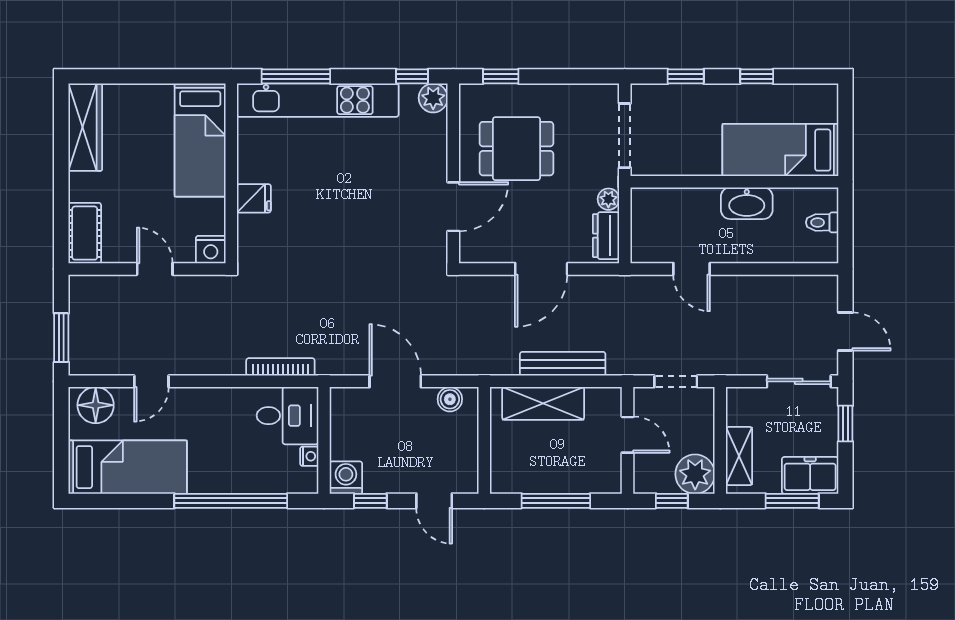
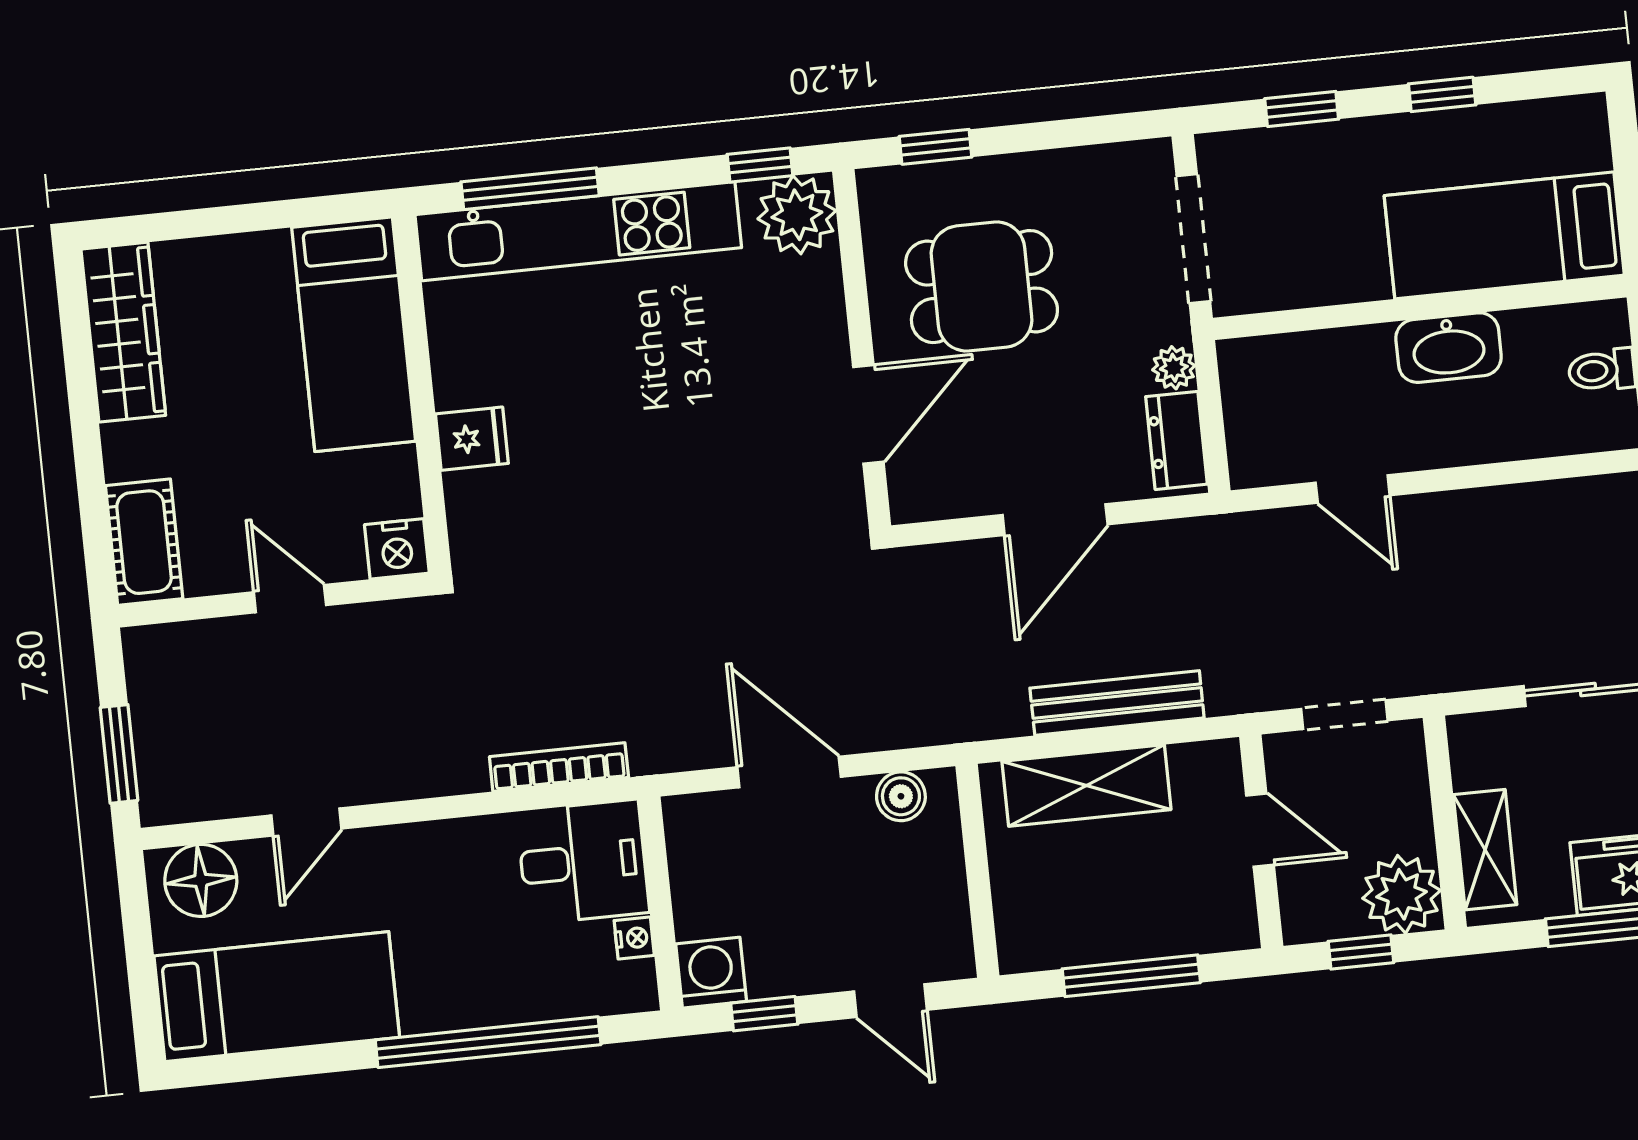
plant: (433, 98) -> (797, 215), width x1.36, depth x1.36

